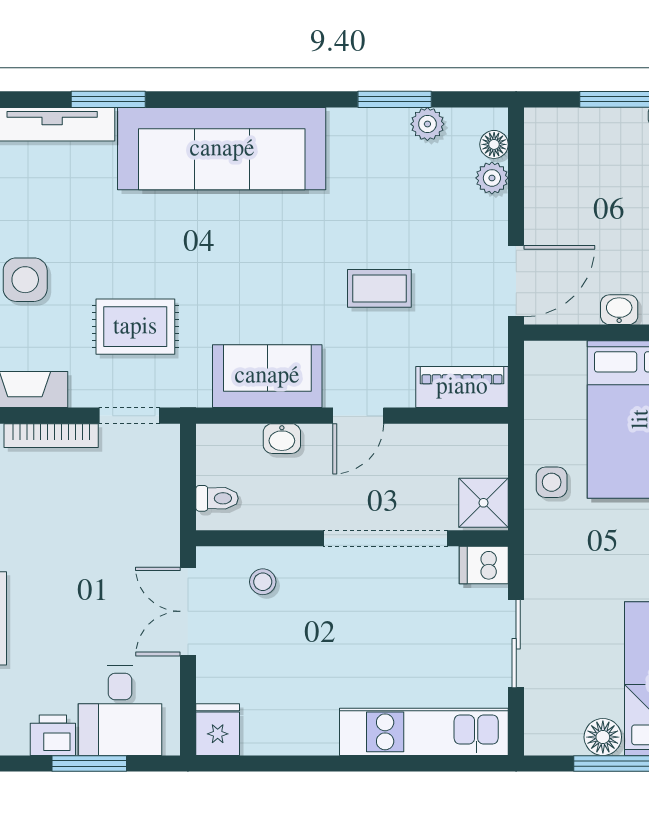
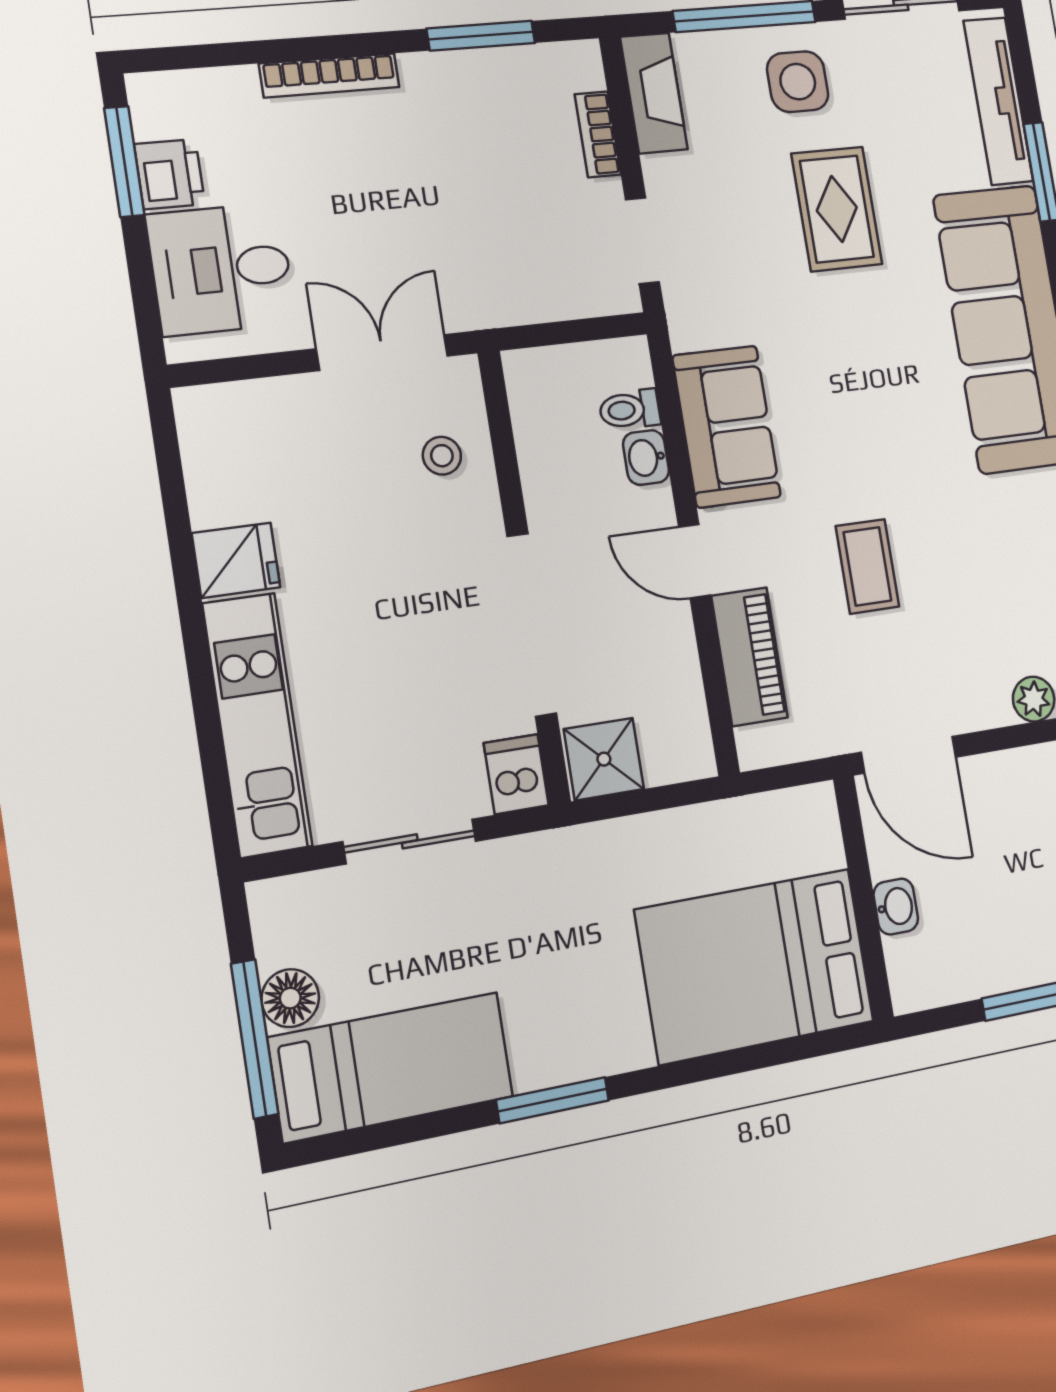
rug: (135, 327) -> (837, 209), moved
piano: (462, 387) -> (749, 657), moved
bookcase: (51, 436) -> (598, 134), width x0.64
side table: (552, 482) -> (648, 853), removed
toilet: (217, 498) -> (630, 410), moved, turned 90
fridge: (218, 730) -> (236, 560), moved
window: (89, 764) -> (124, 162), moved

